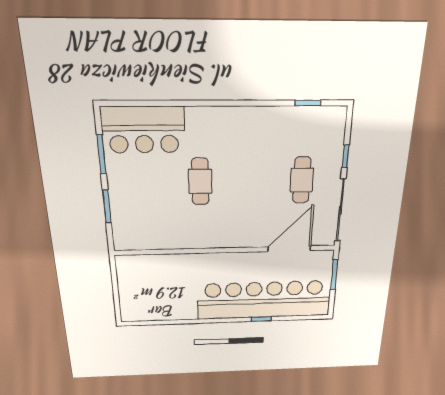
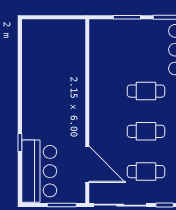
cafe table: (251, 181) -> (146, 131), added
bar counter: (264, 300) -> (39, 171), width x0.54

